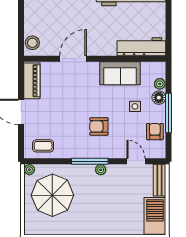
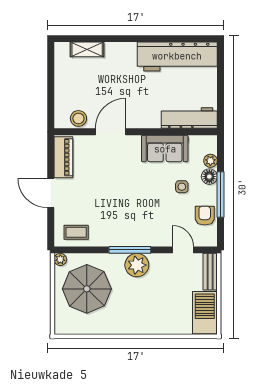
stool: (32, 43) -> (78, 118), moved
armchair: (99, 126) -> (140, 210), removed
plant: (101, 170) -> (137, 265), width x1.88, depth x1.88

